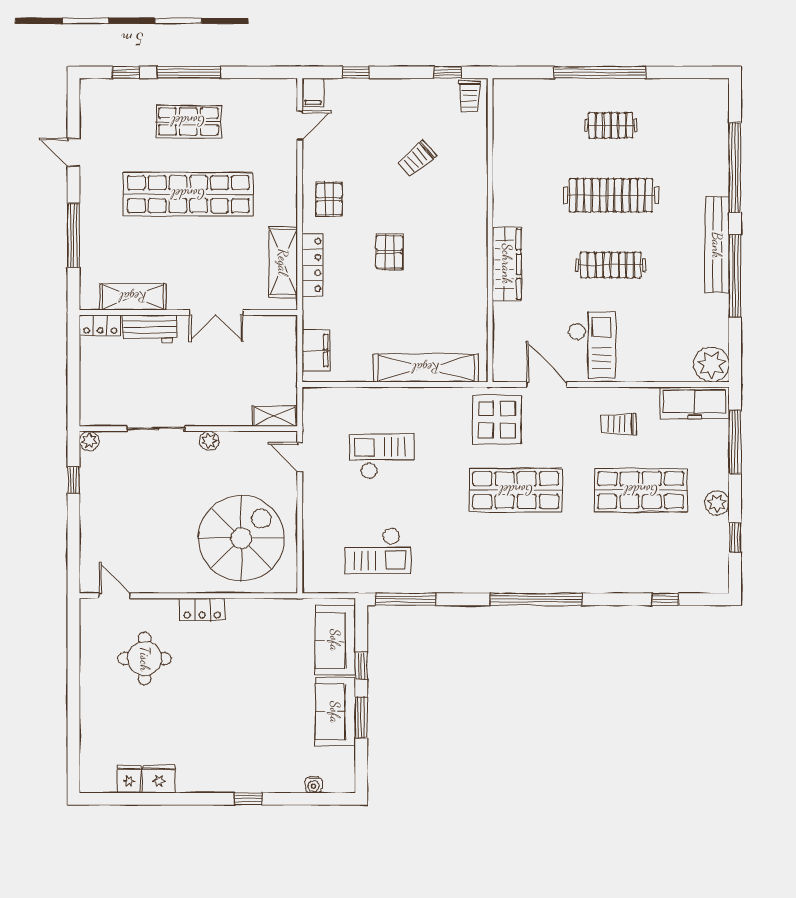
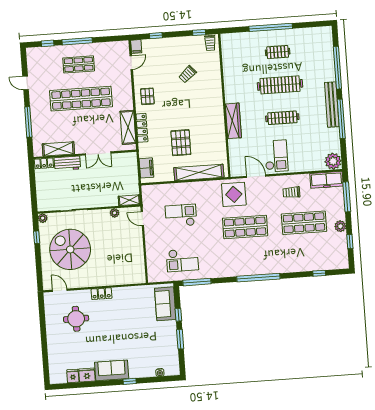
pallet: (389, 252) -> (181, 143), moved, width x1.50, depth x1.42
plant: (209, 441) -> (115, 213), moved
spiral stairs: (241, 538) -> (70, 249), moved, turned -90
sofa: (335, 712) -> (112, 370), moved, turned 90

